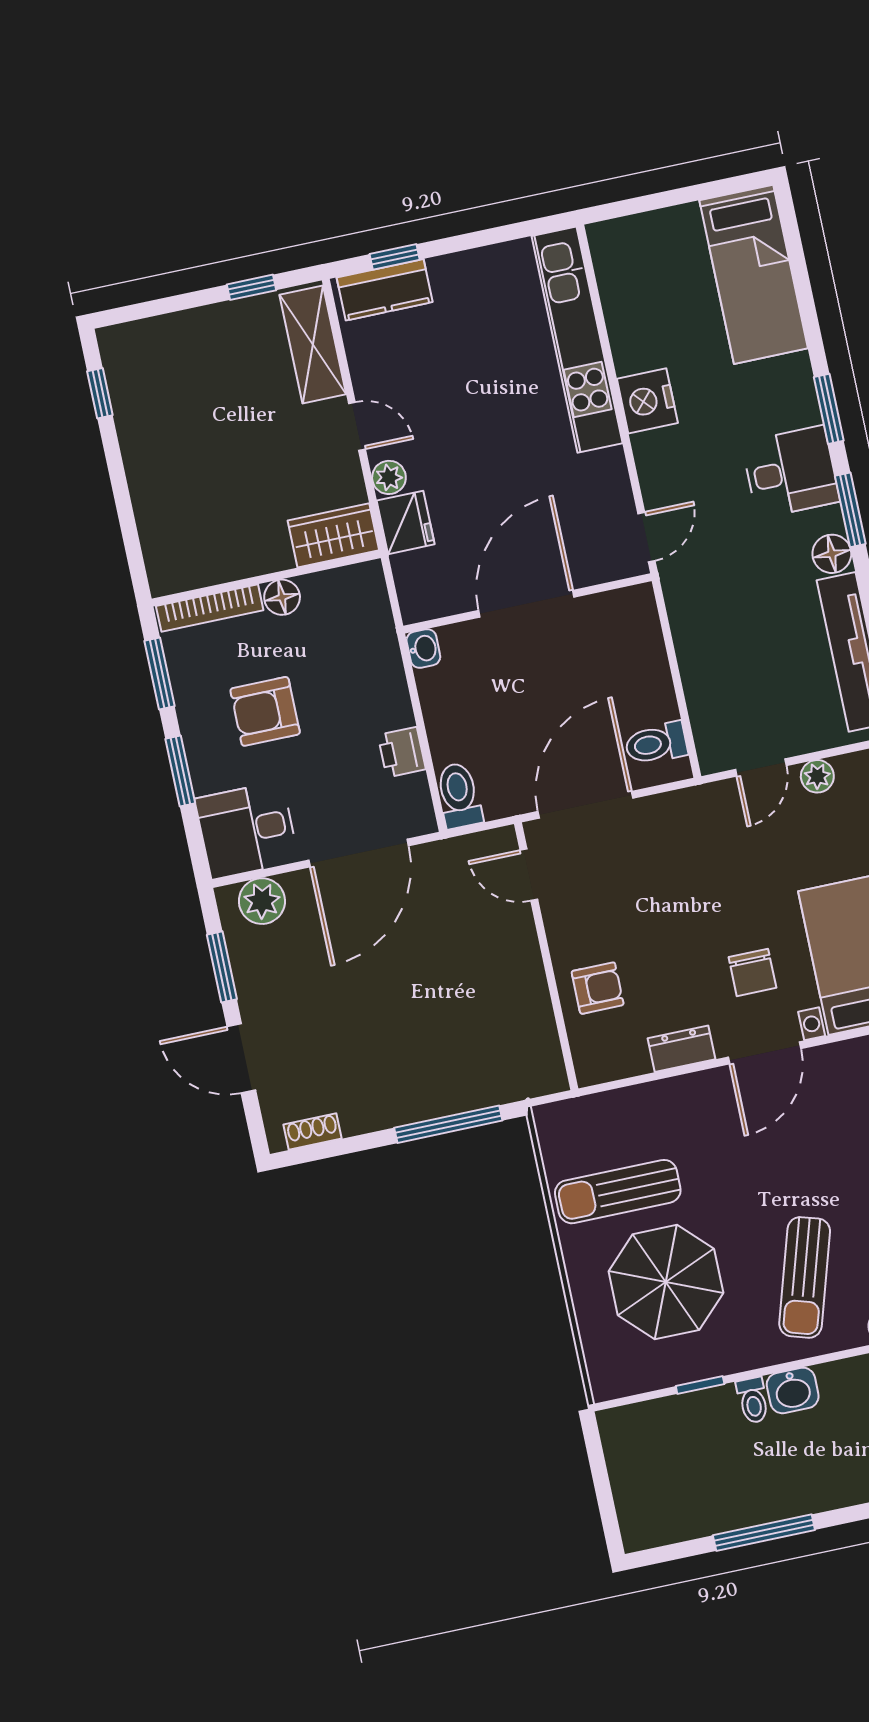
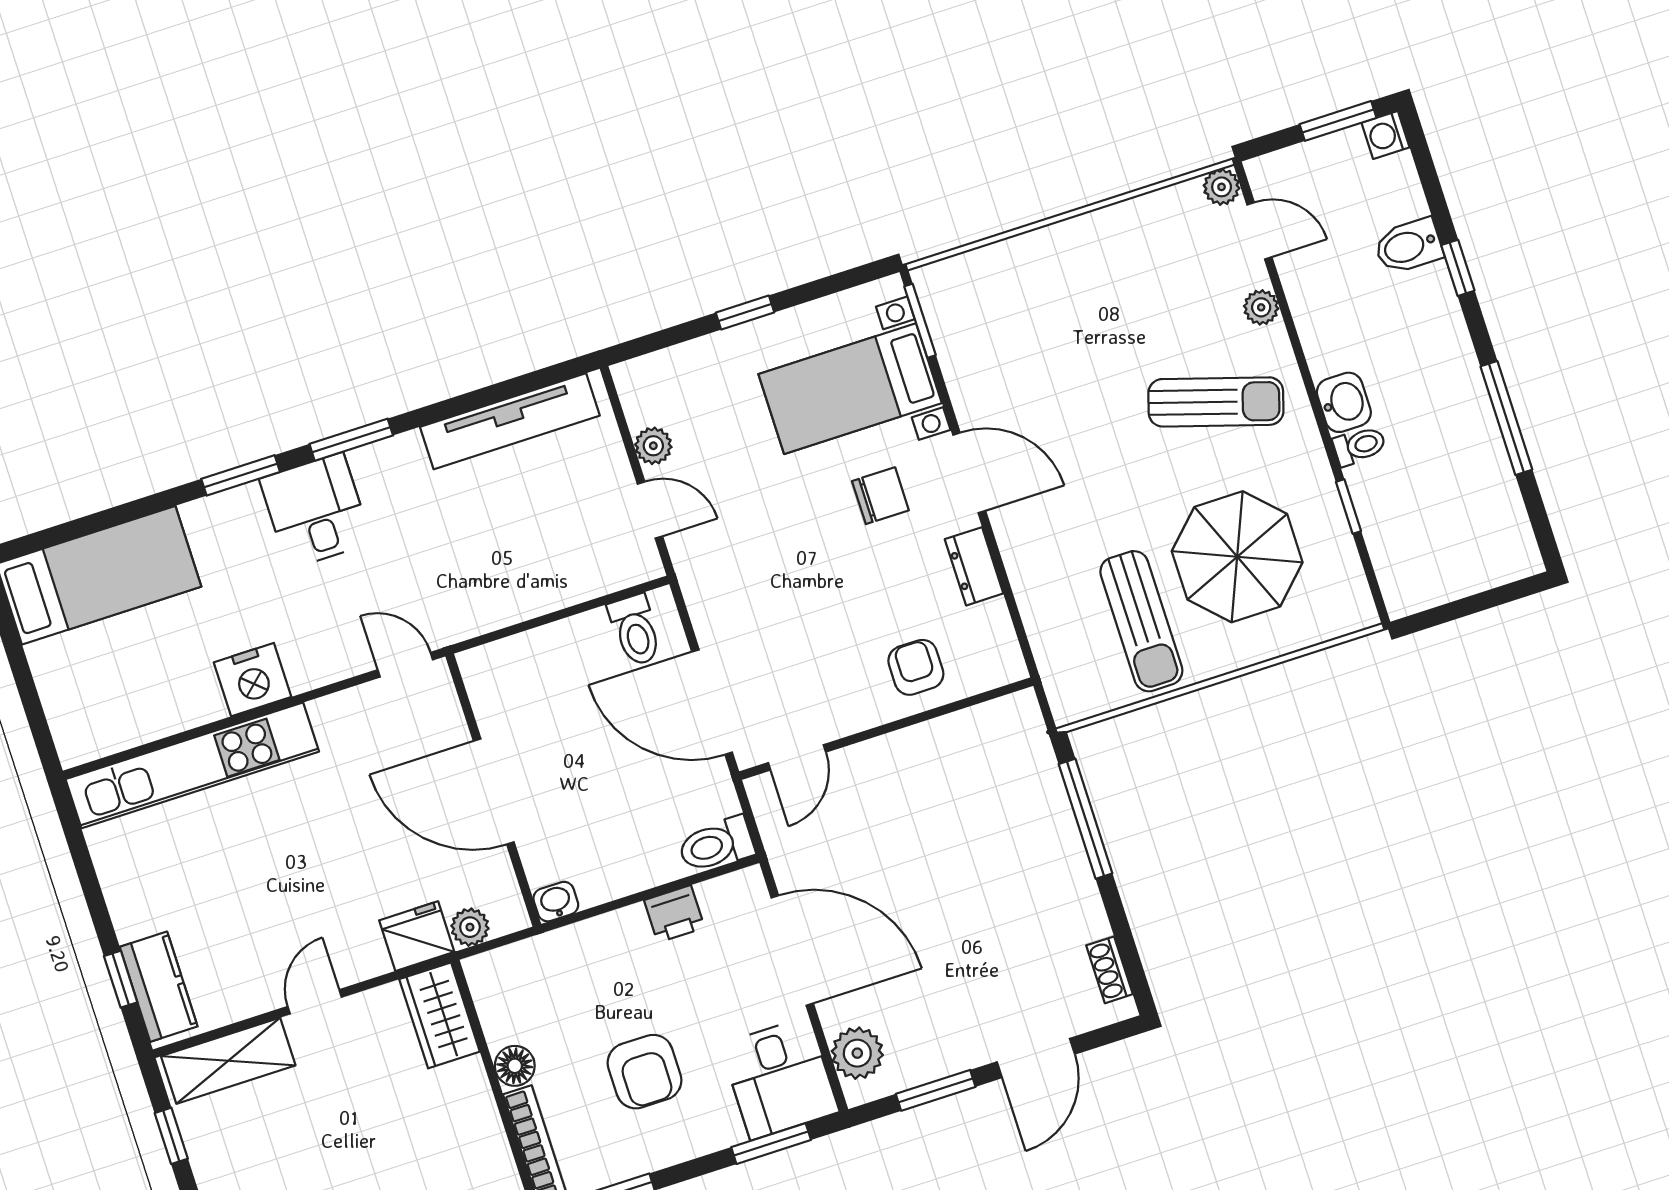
plant: (389, 477) -> (470, 927), moved
floor lamp: (832, 554) -> (403, 455), removed
window: (180, 771) -> (771, 1144), moved

